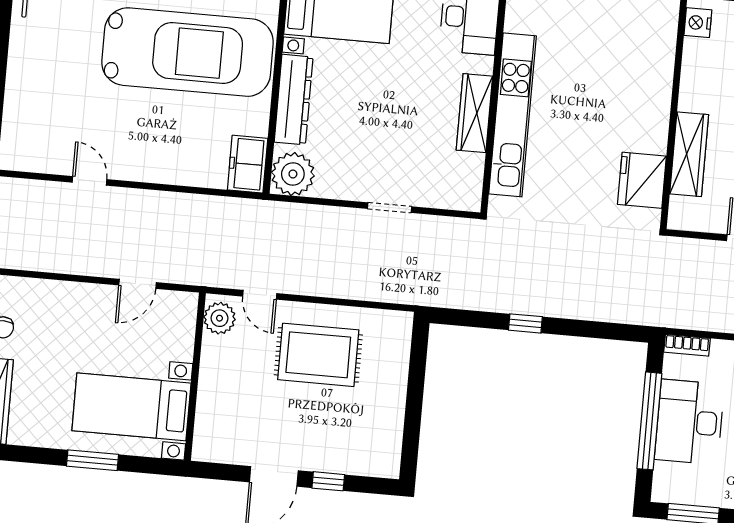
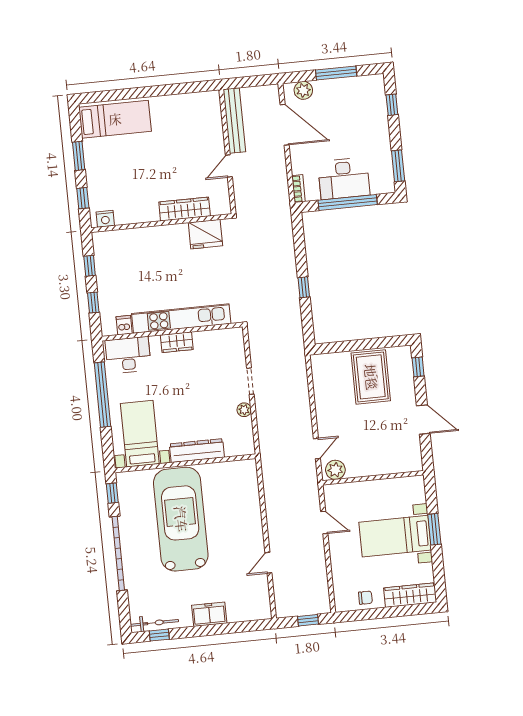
dishwasher: (520, 20) -> (124, 325), added
wardrobe: (474, 113) -> (177, 342), width x0.67
freezer: (248, 164) -> (209, 614), moved, turned 180
plant: (293, 174) -> (244, 410), moved, width x0.53, depth x0.53
rug: (318, 355) -> (371, 377), moved
bed with nightstands: (131, 407) -> (395, 536), moved, turned 90
window: (328, 481) -> (418, 367), moved

